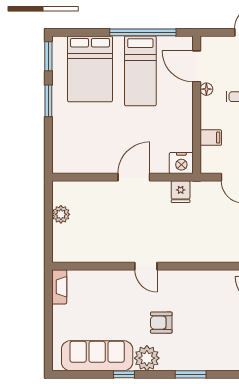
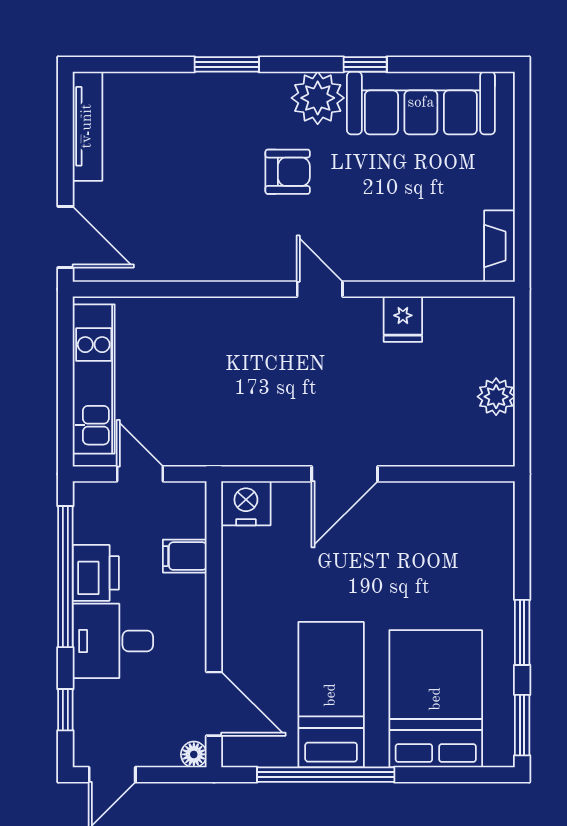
floor lamp: (206, 89) -> (194, 754), moved
fridge: (181, 192) -> (403, 319), moved, turned 180

